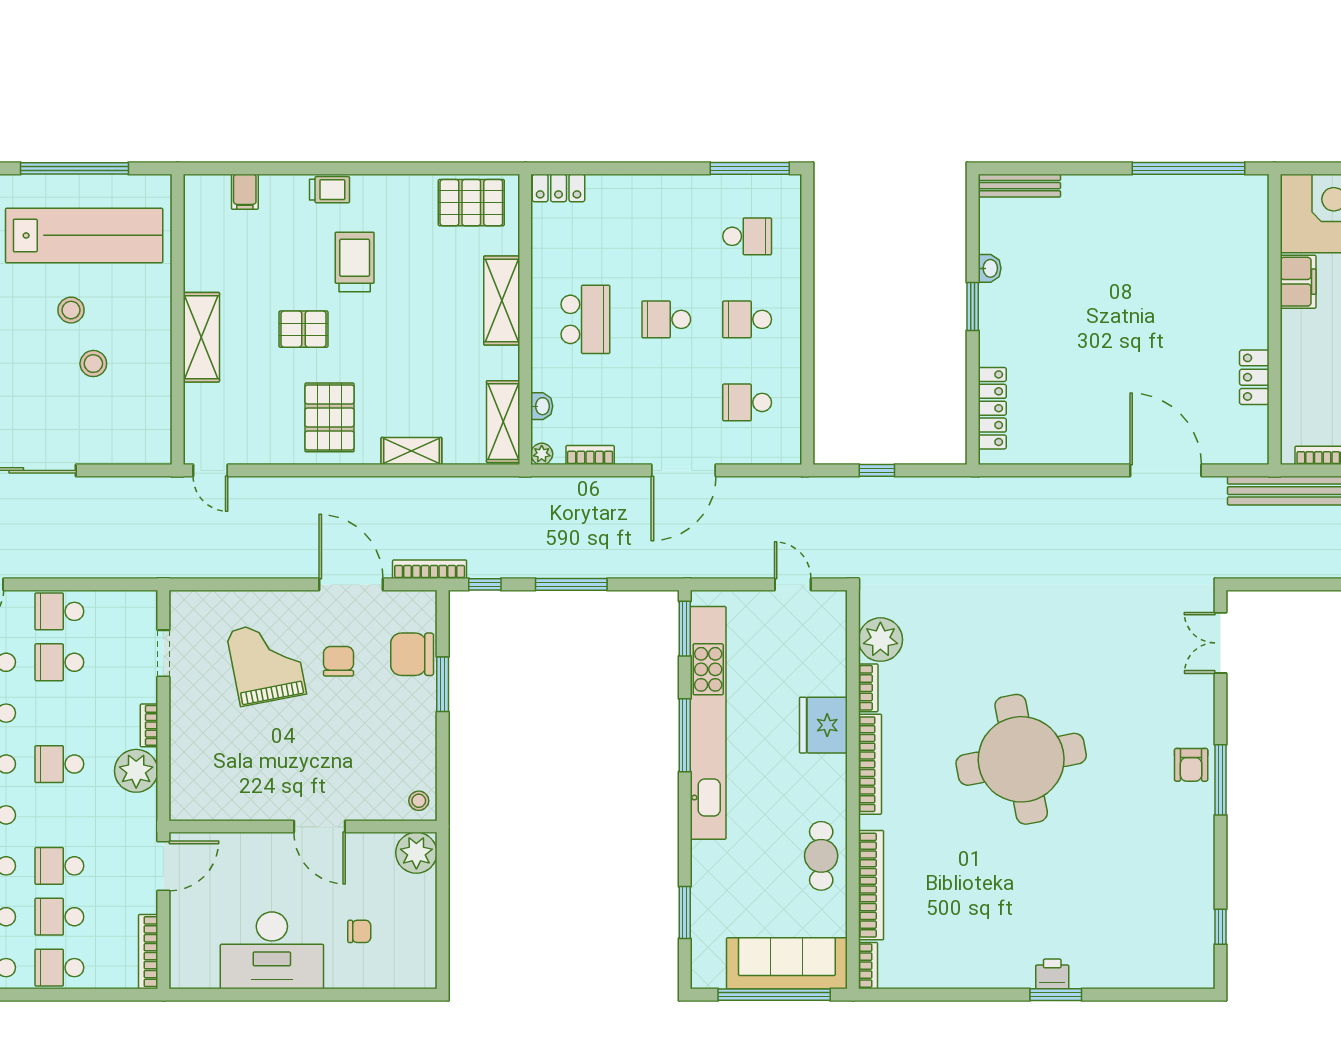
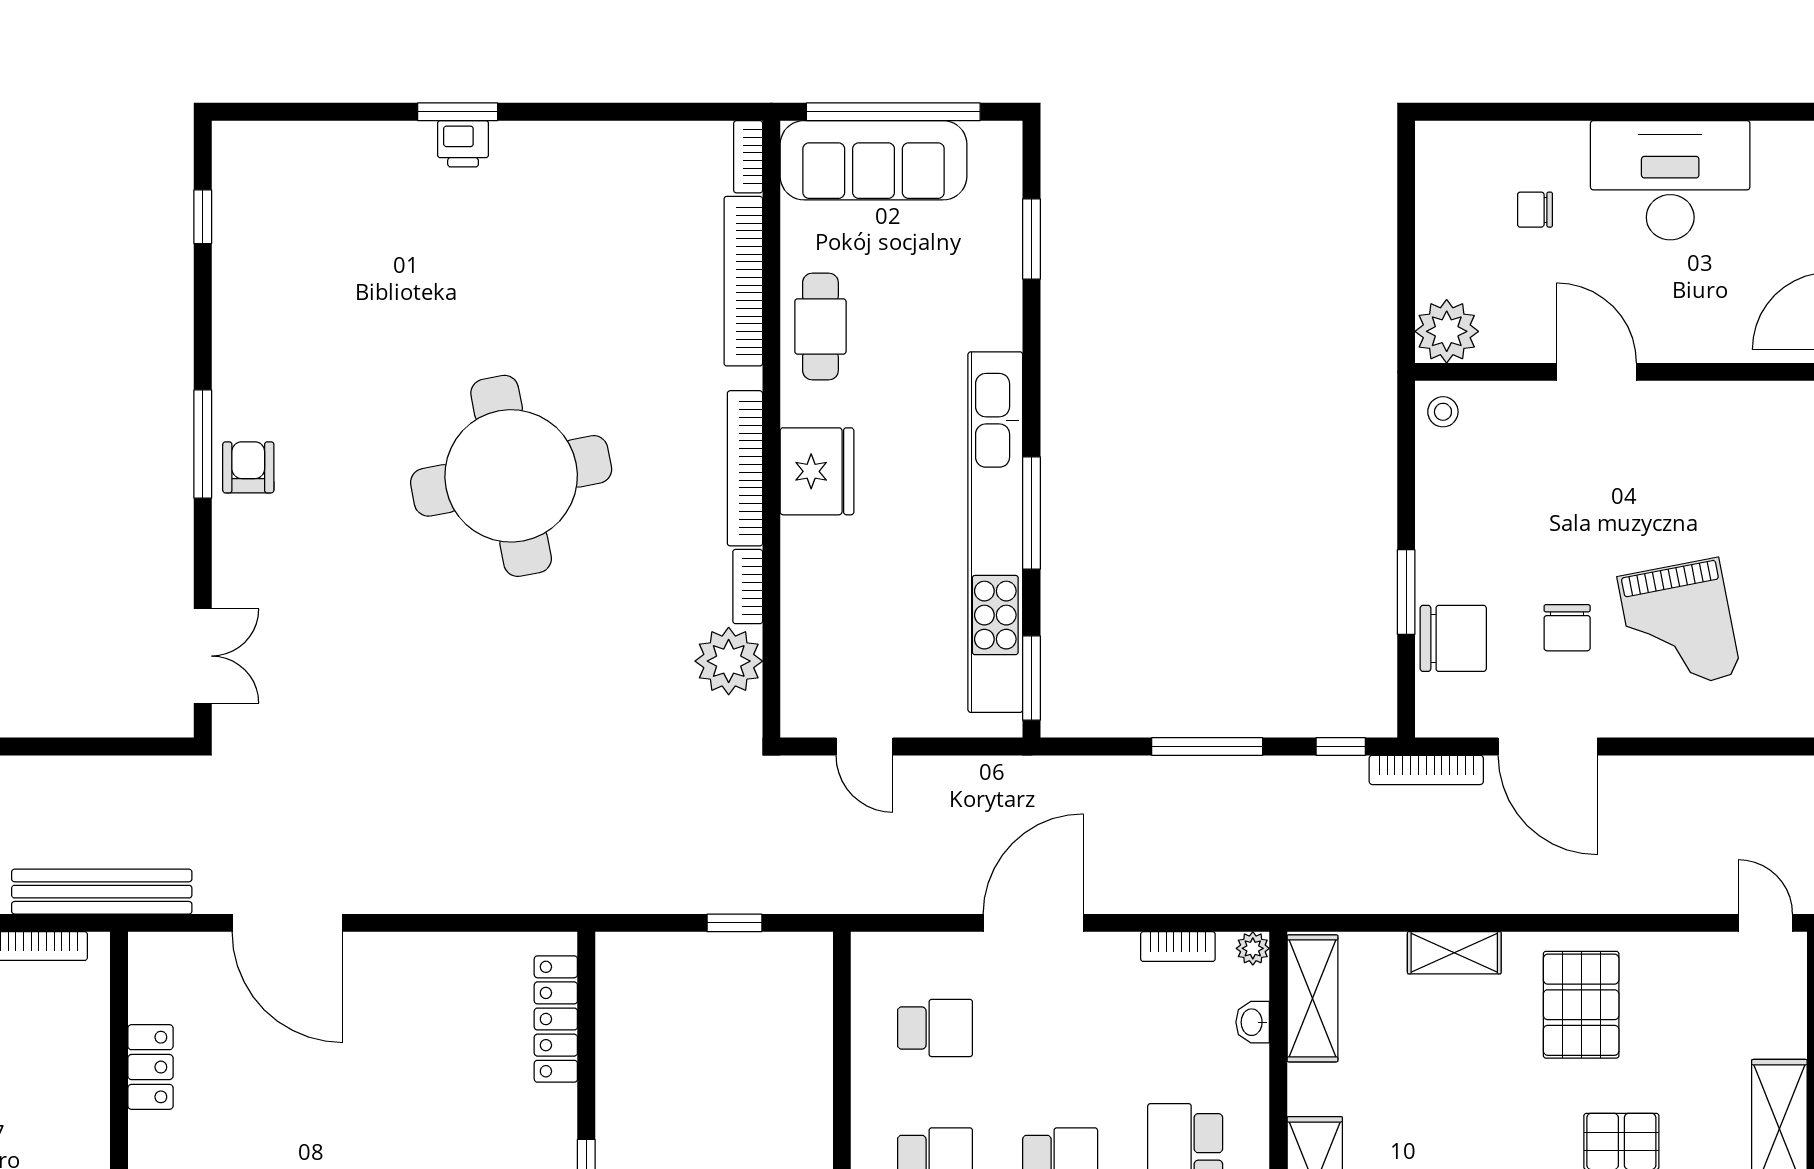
fridge: (823, 725) -> (817, 471), moved

